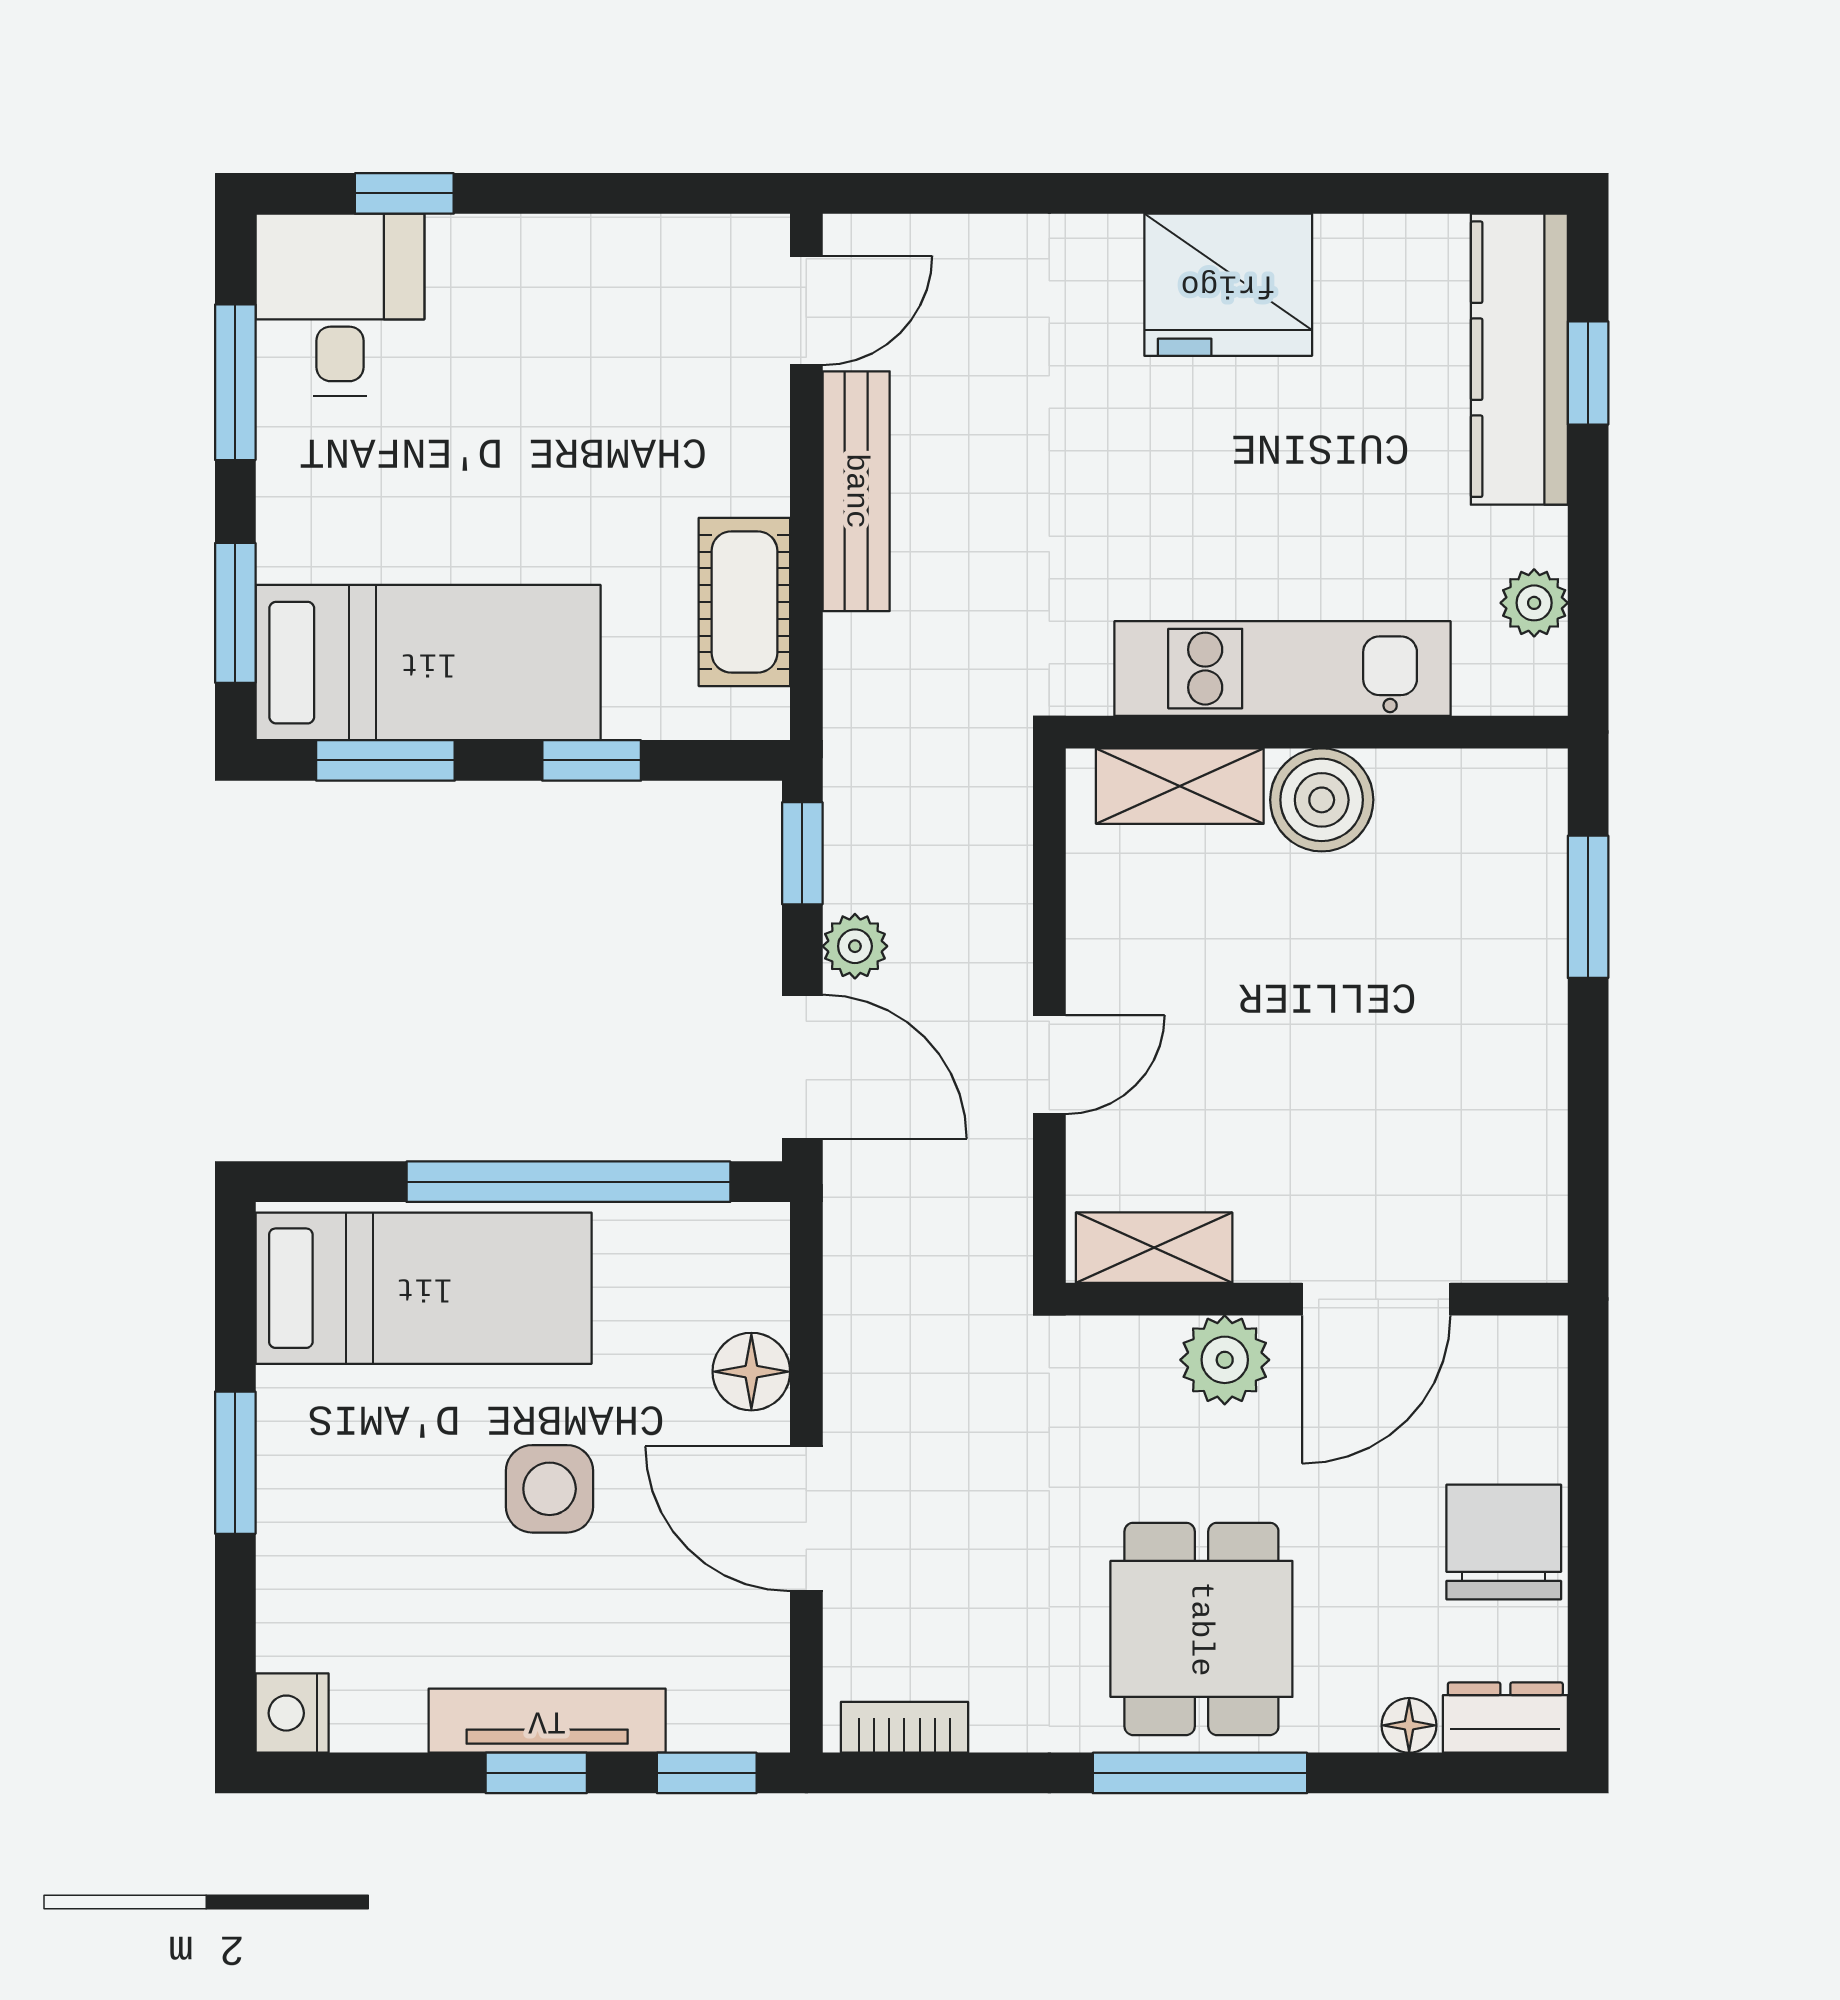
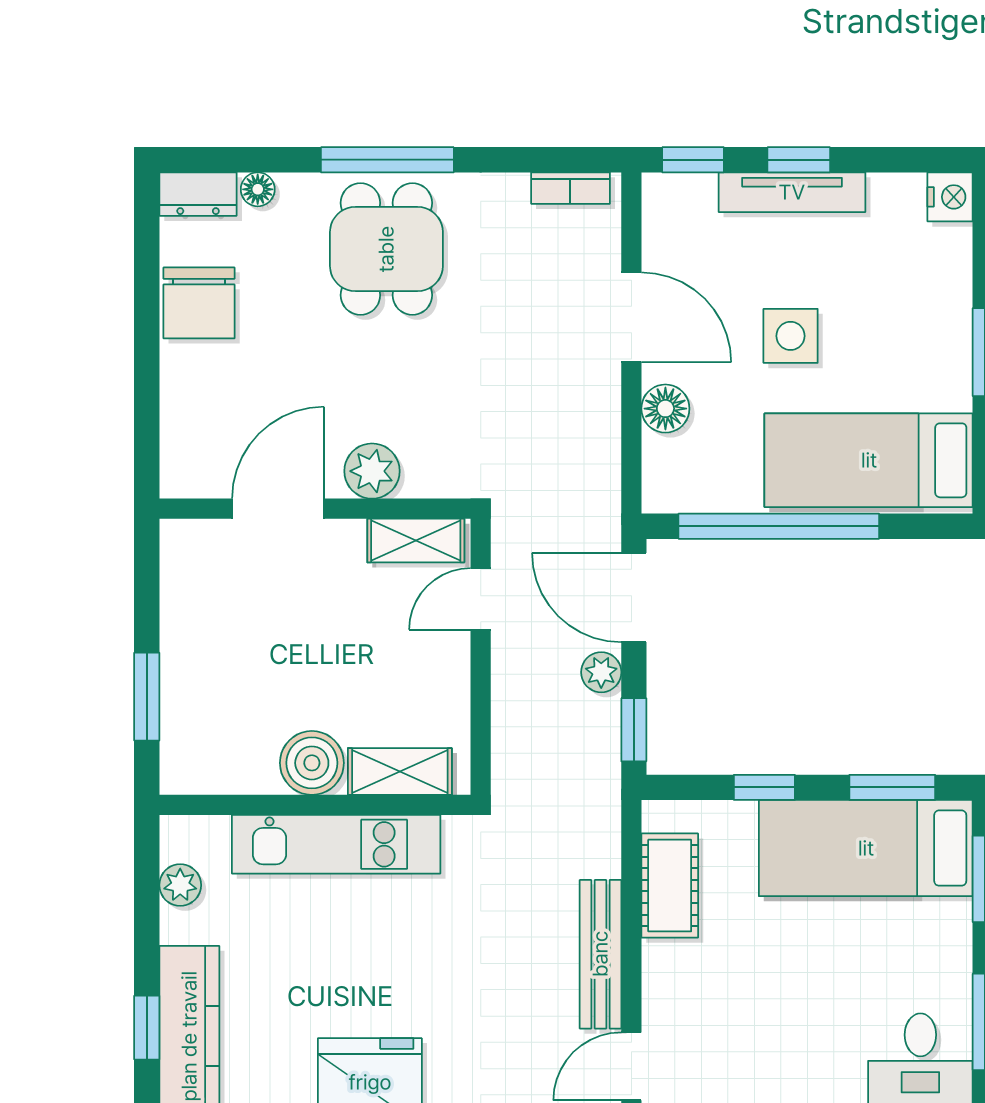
shelving: (1154, 1248) -> (416, 541), moved
wall: (1317, 1299) -> (315, 509), moved
door: (1376, 1299) -> (278, 509), moved
plant: (1225, 1360) -> (372, 471), moved

